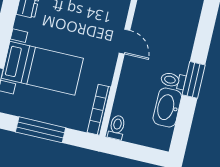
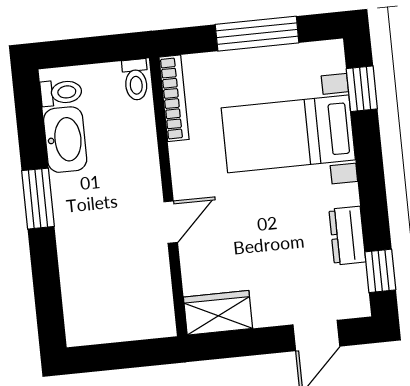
door: (124, 42) -> (171, 222), swing flipped
toilet: (173, 80) -> (61, 93), moved

